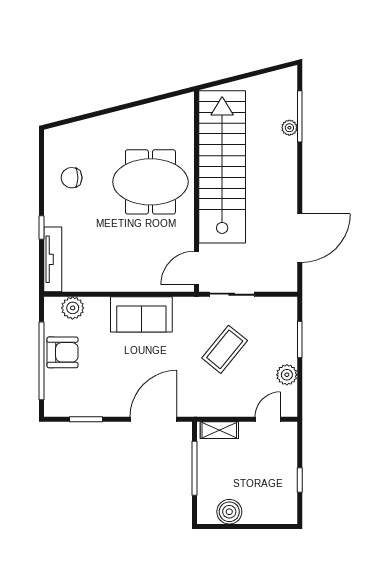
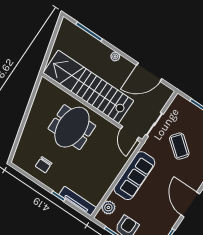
plant: (289, 128) -> (115, 57), moved
door: (300, 238) -> (149, 72), swing flipped
sofa: (141, 314) -> (134, 176), width x1.36

